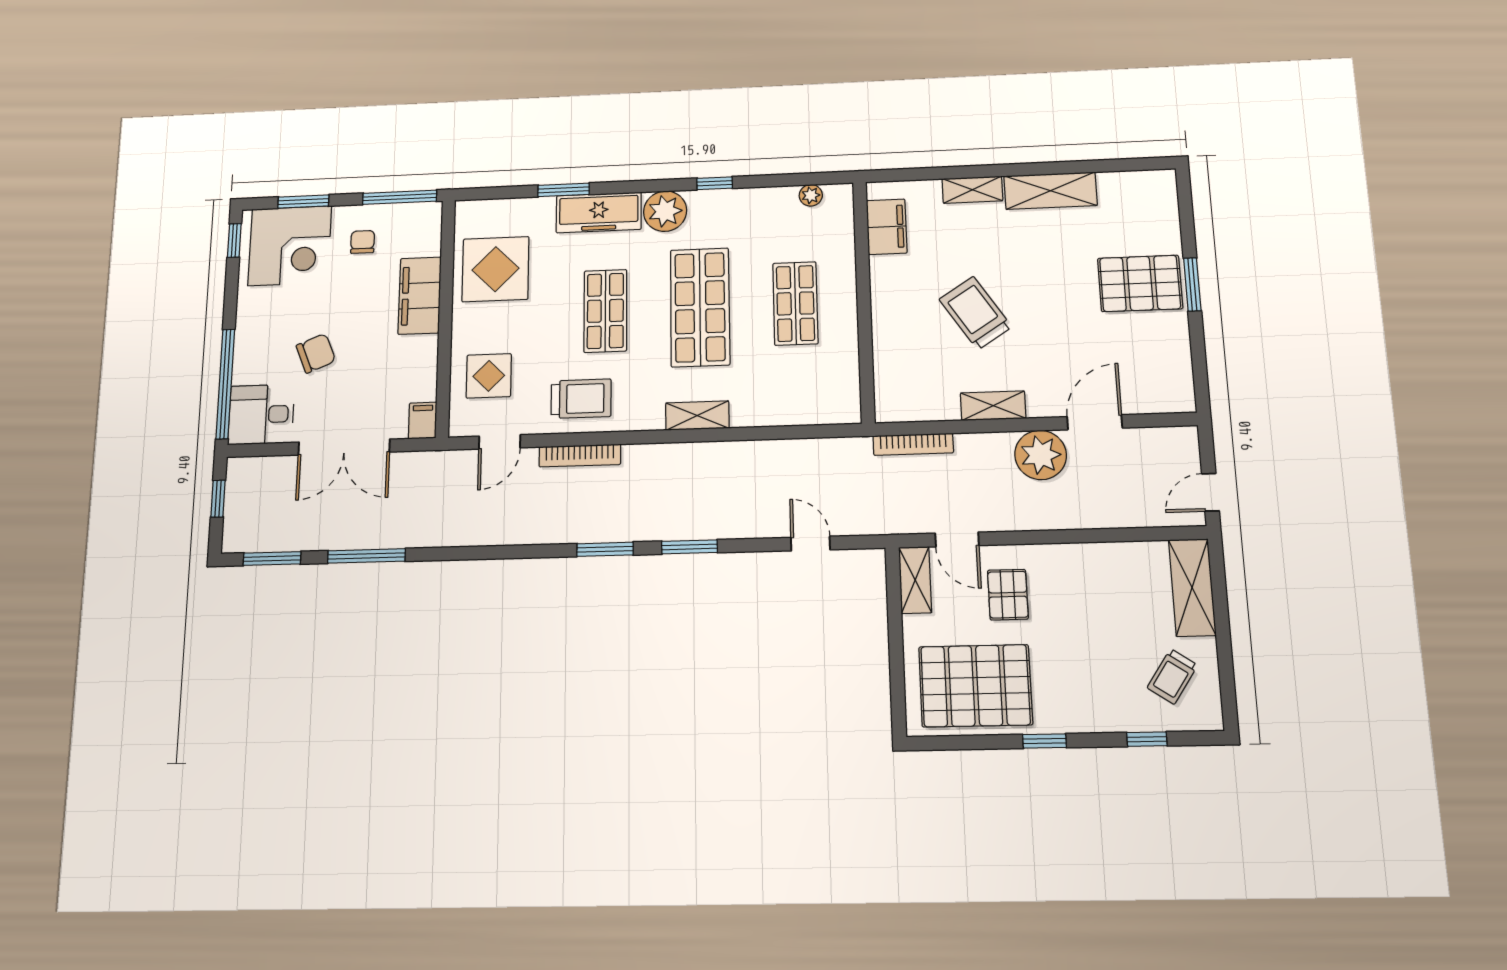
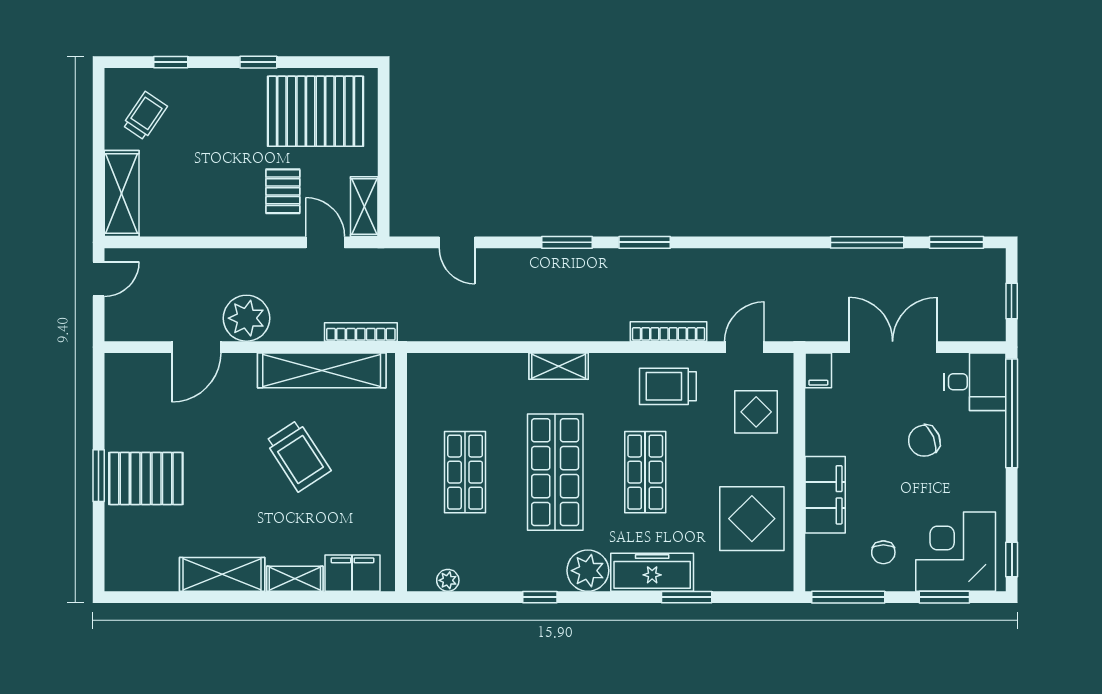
filing cabinet: (887, 227) -> (352, 573), moved, turned 90
shelving: (993, 406) -> (322, 370), width x2.20, depth x1.33

